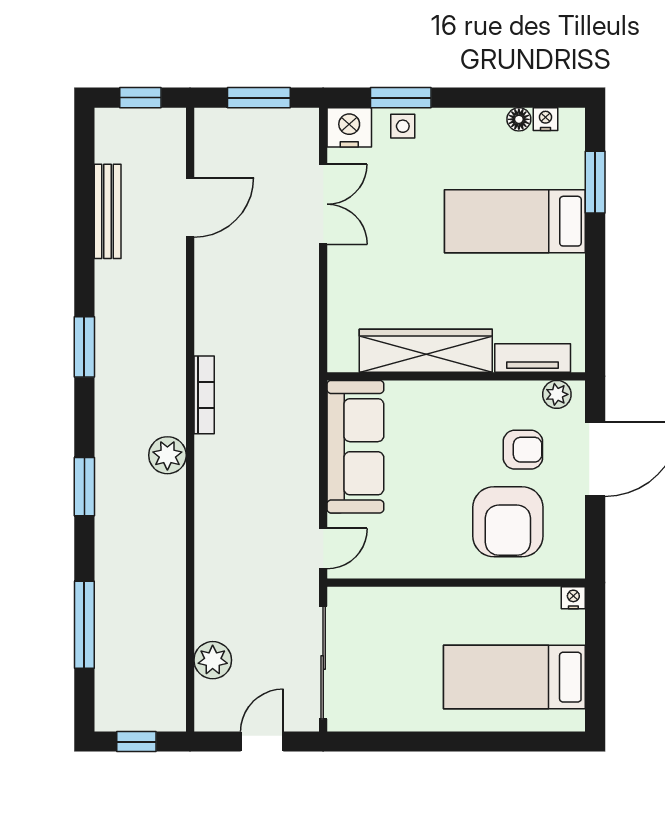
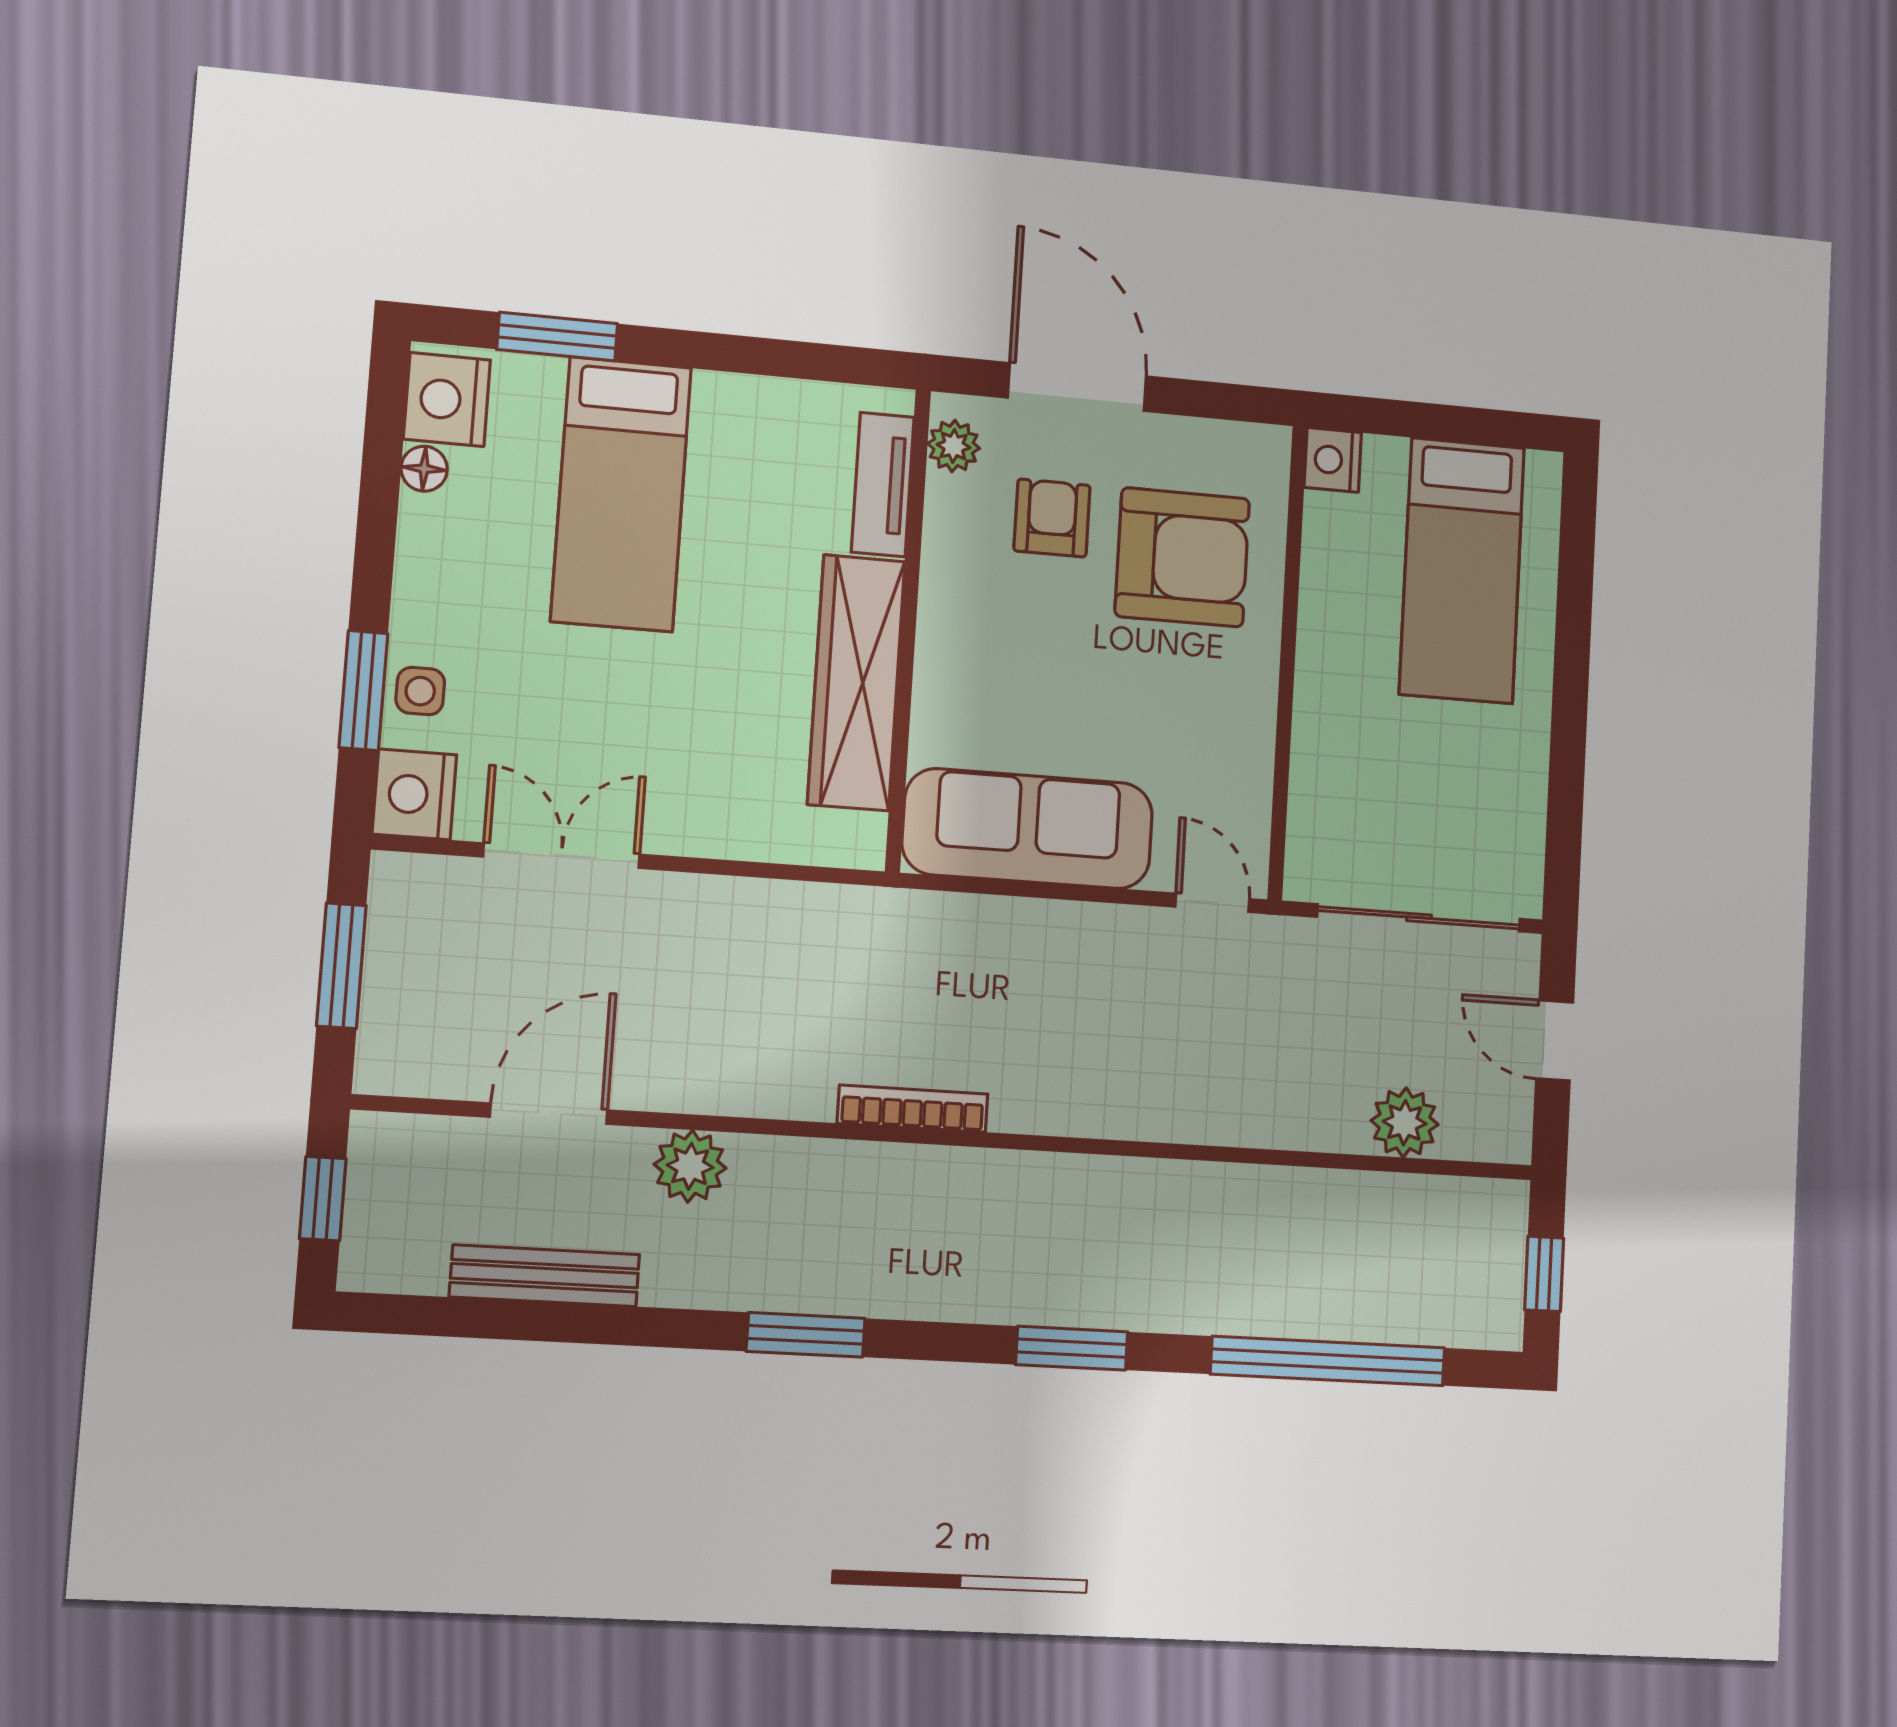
nightstand: (545, 119) -> (447, 400), width x1.89, depth x1.79
door: (190, 207) -> (549, 1114), hinge flipped
plant: (167, 455) -> (690, 1166), moved
nightstand: (573, 598) -> (1333, 460), width x1.39, depth x1.35
window: (84, 625) -> (1328, 1361), width x1.46

